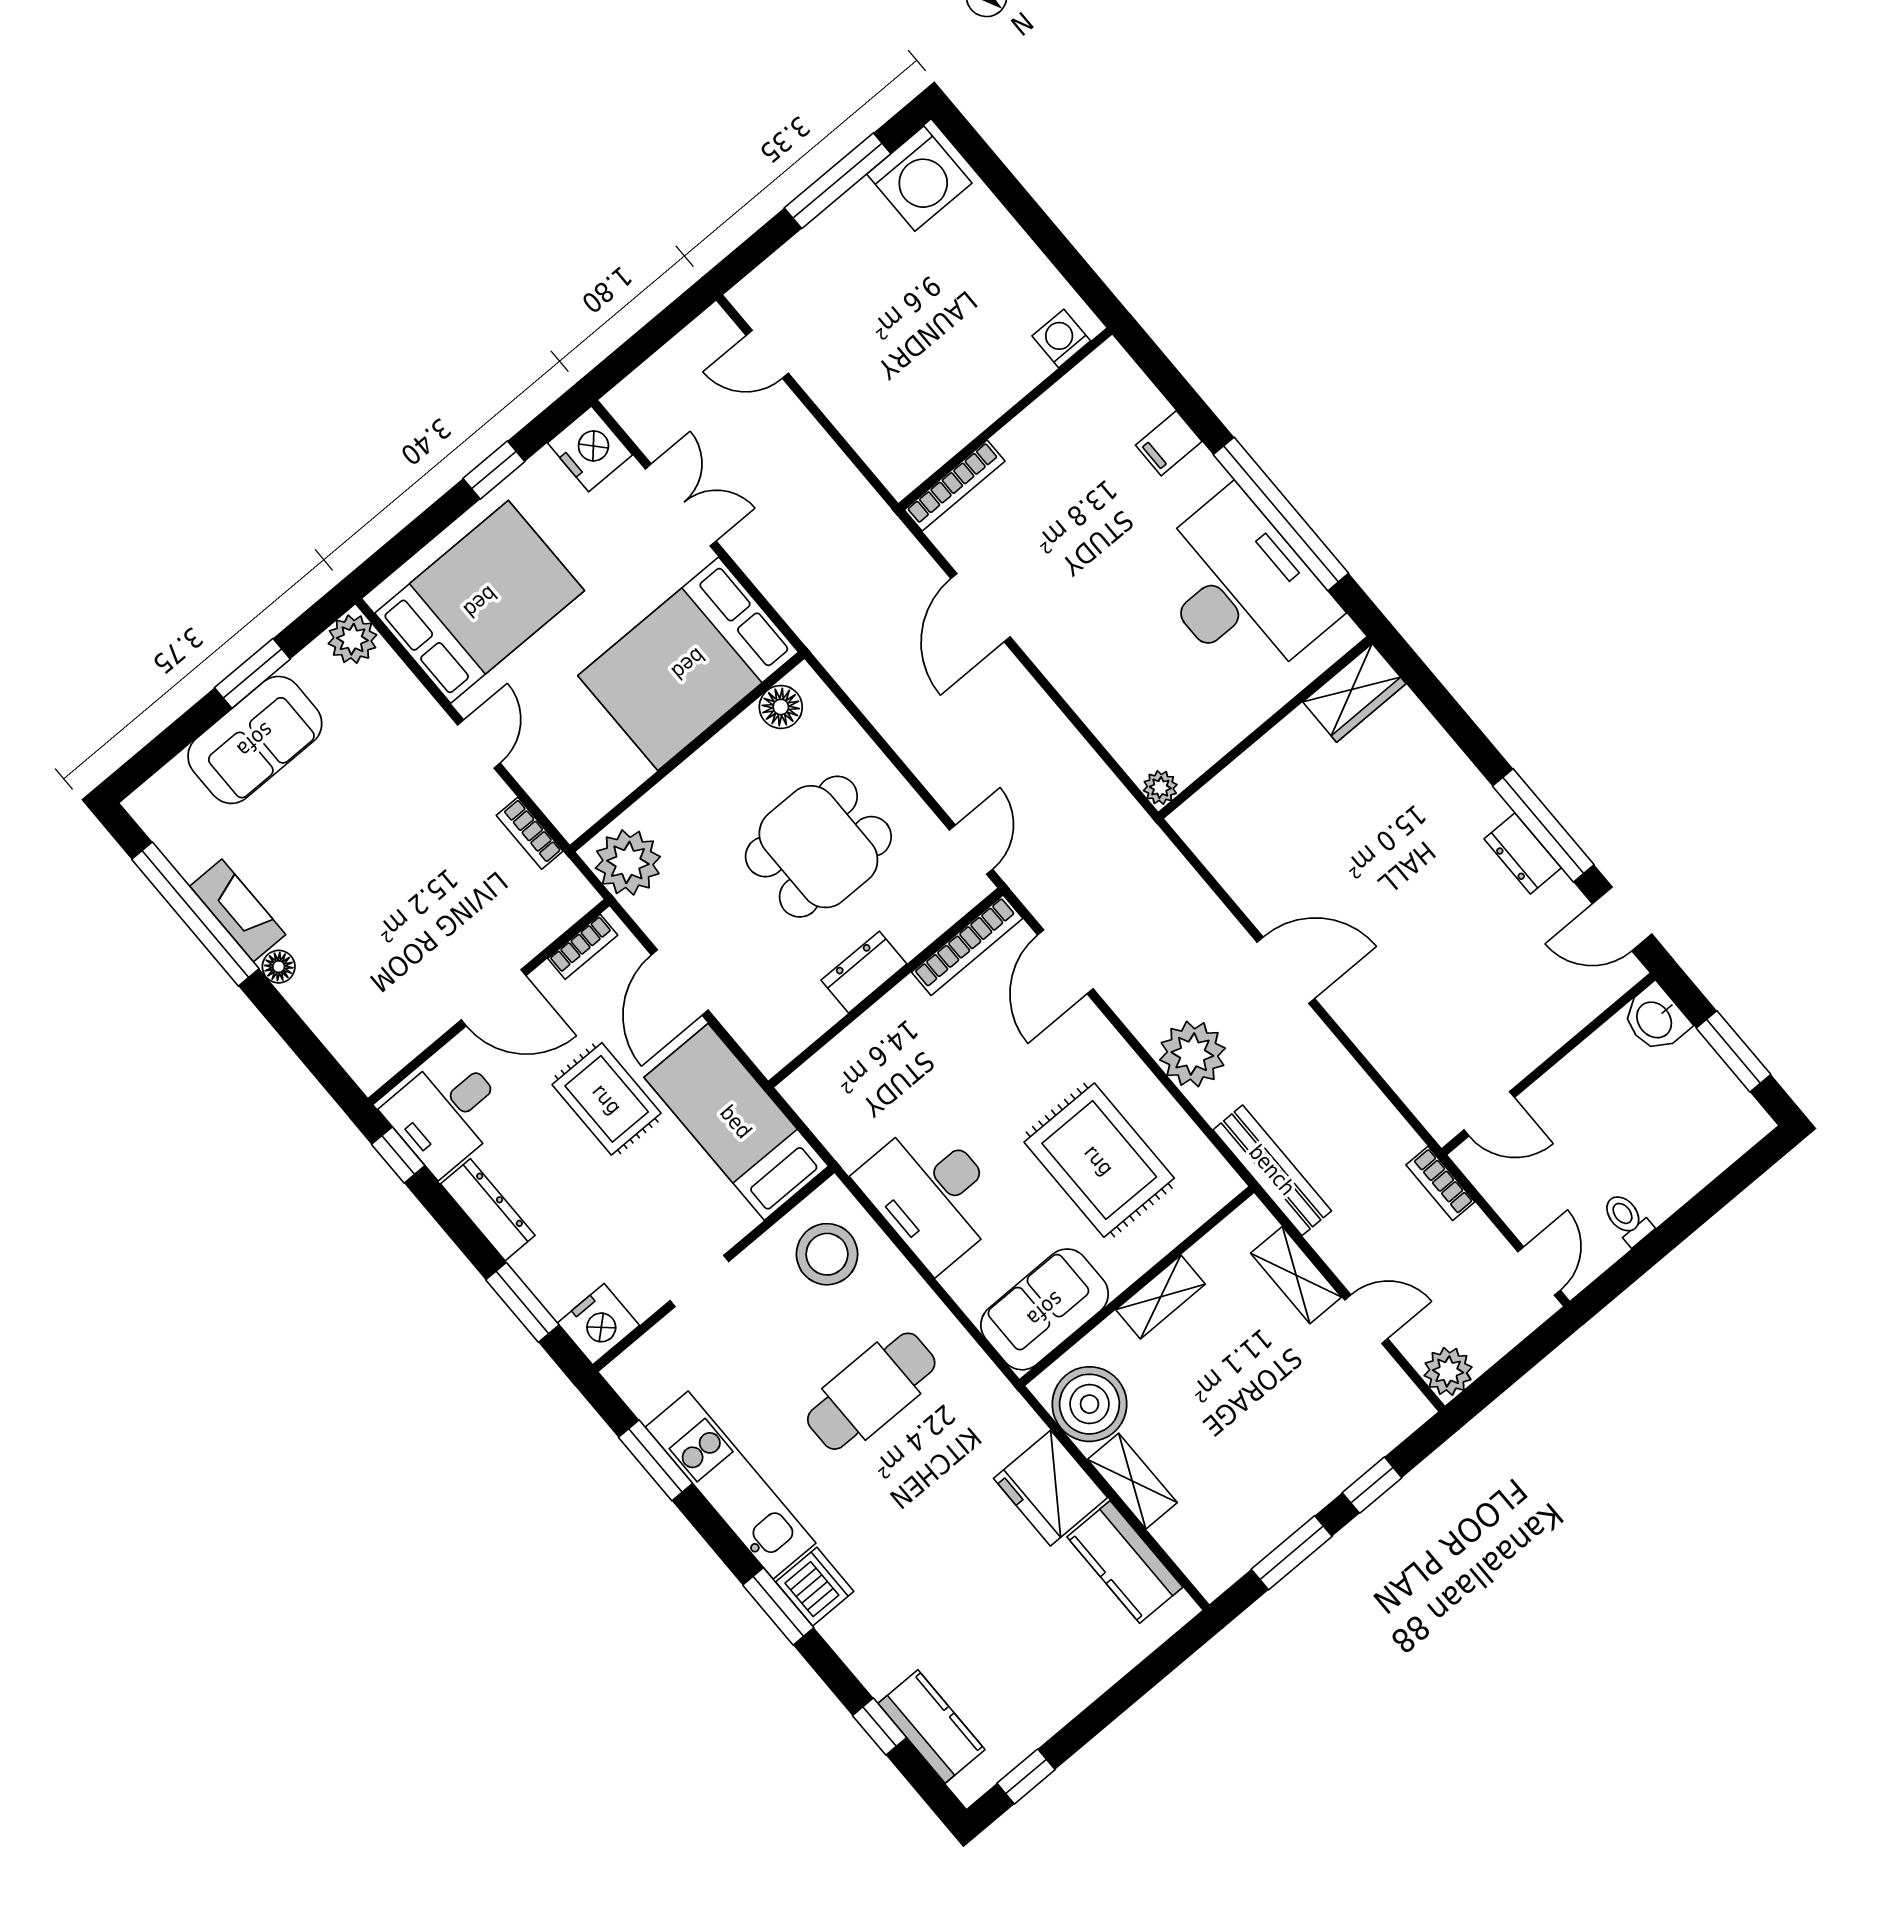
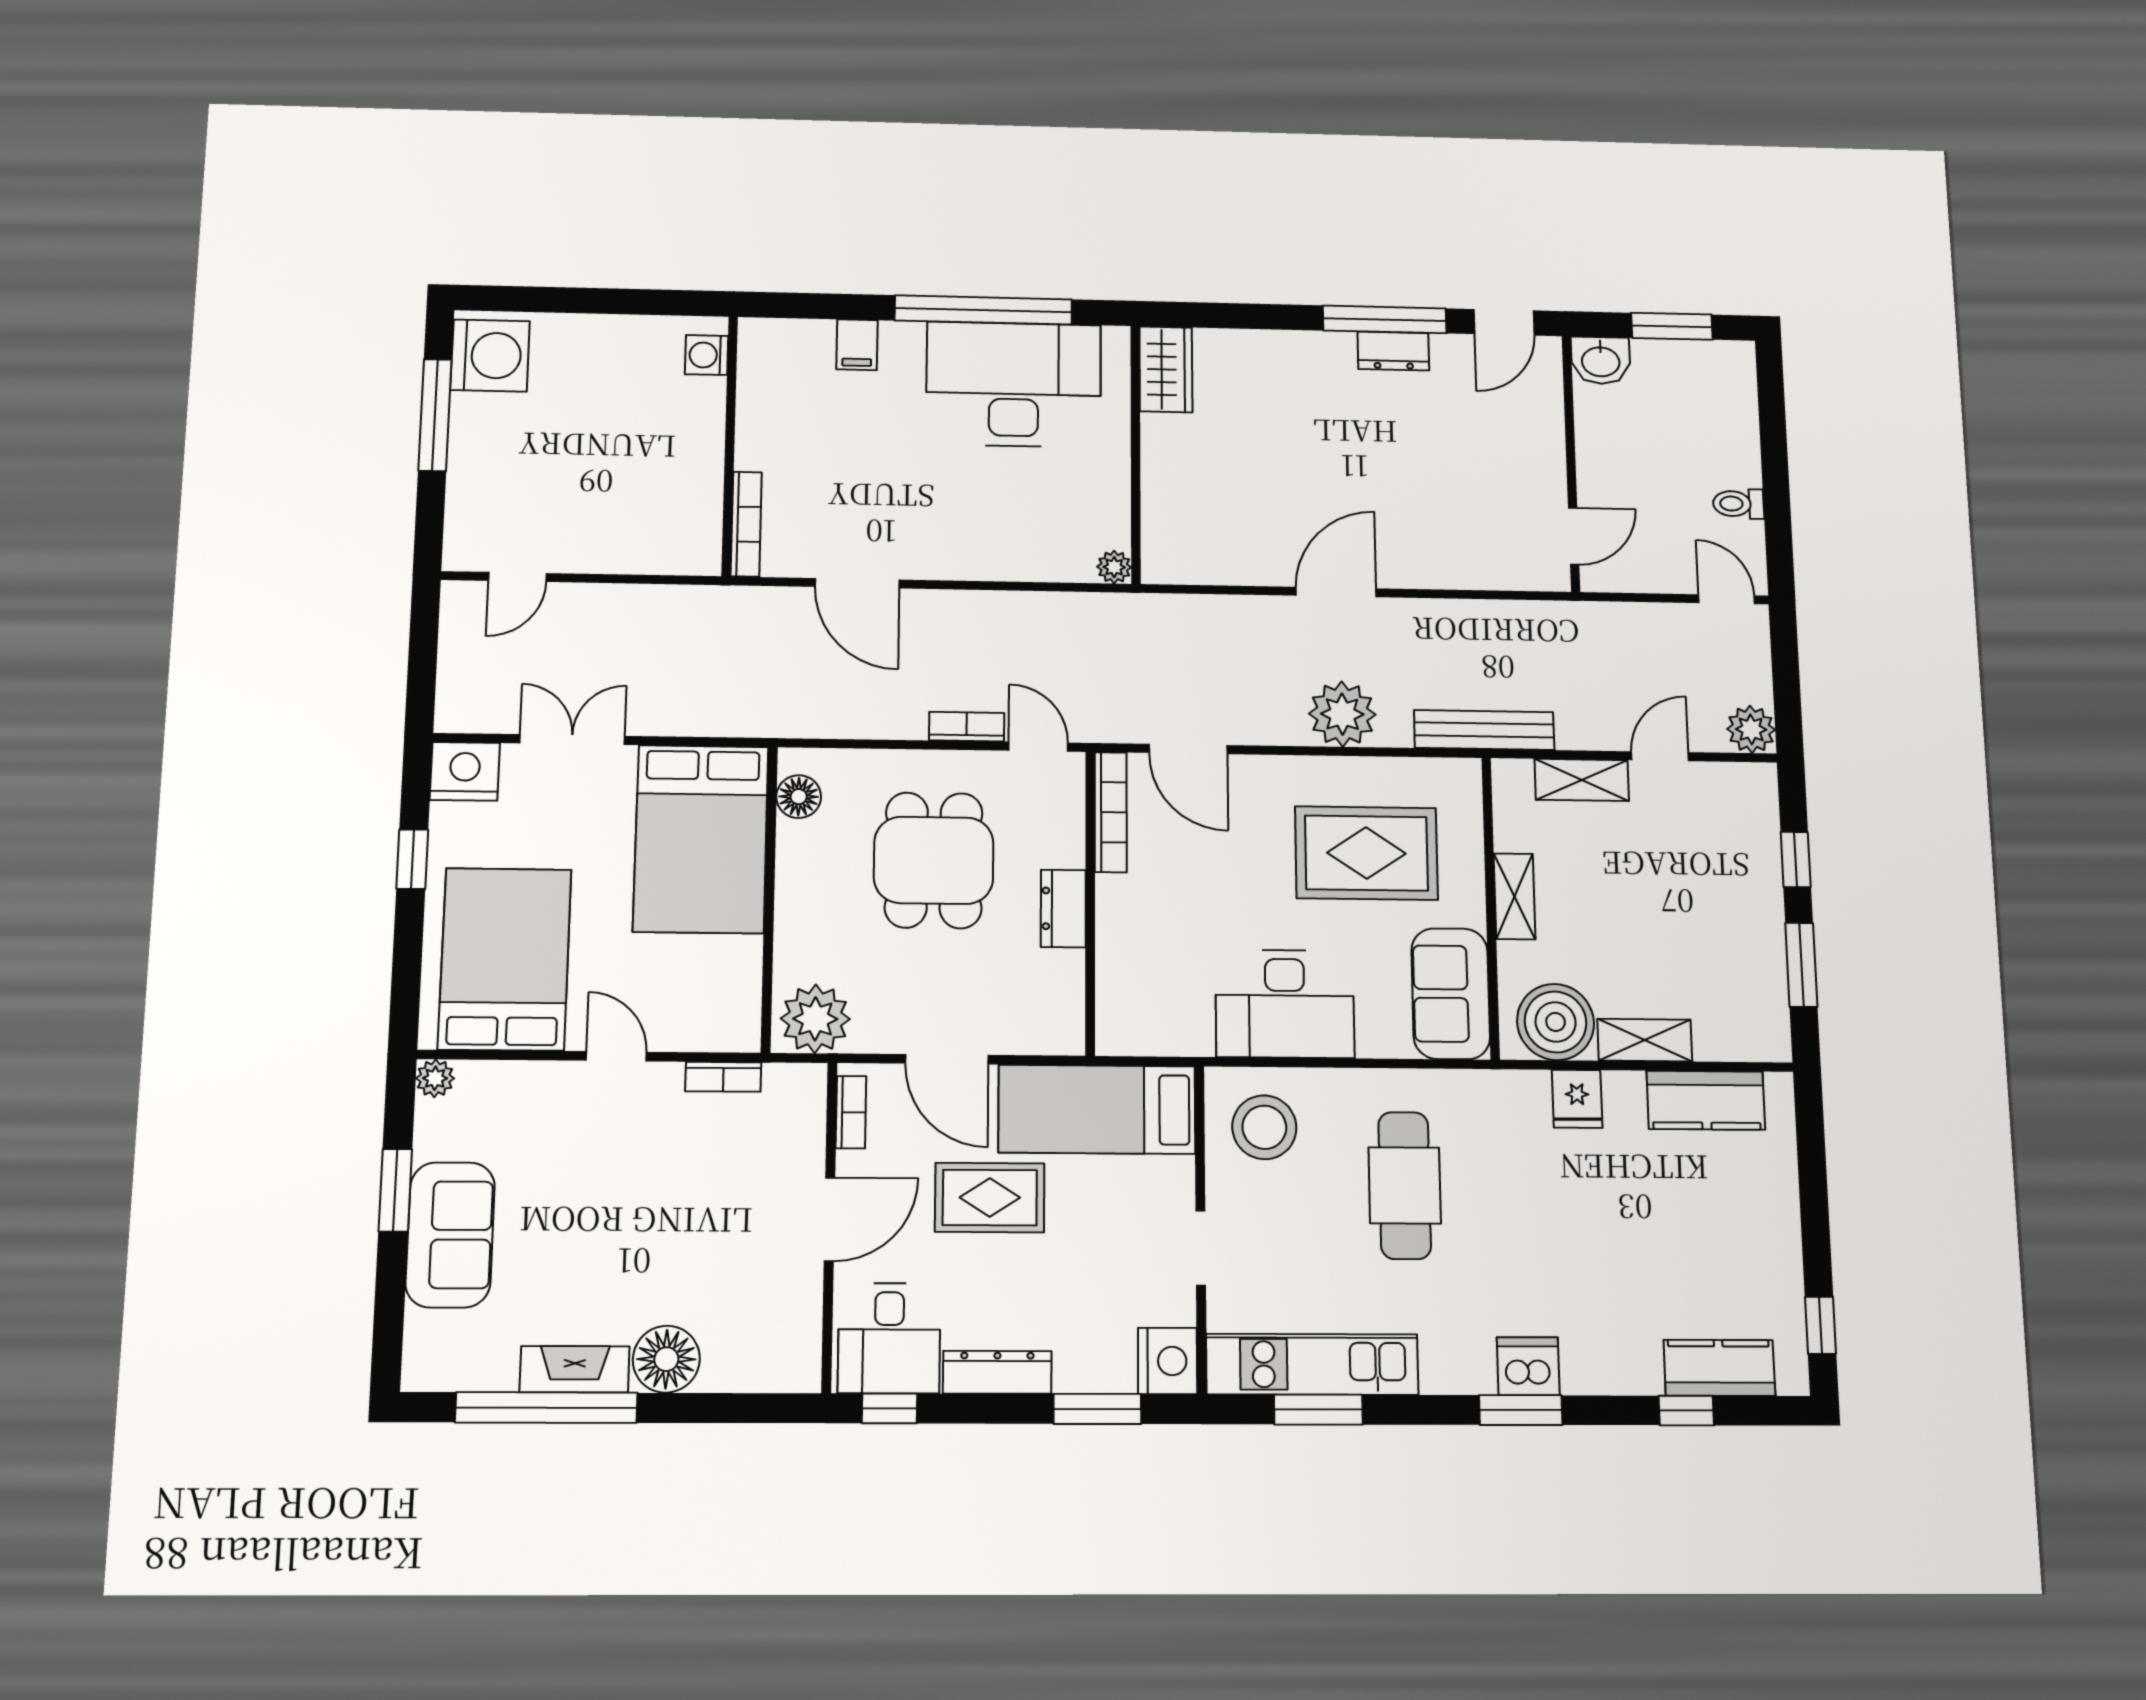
plant: (352, 639) -> (435, 1078), width x0.73, depth x0.73
floor lamp: (279, 967) -> (666, 1359), width x1.89, depth x1.89
bookcase: (1440, 1183) -> (967, 727), moved, turned 180
kitchen unit: (731, 1485) -> (1312, 1364), moved
fridge: (1051, 1488) -> (1577, 1099), width x0.53, depth x0.75

